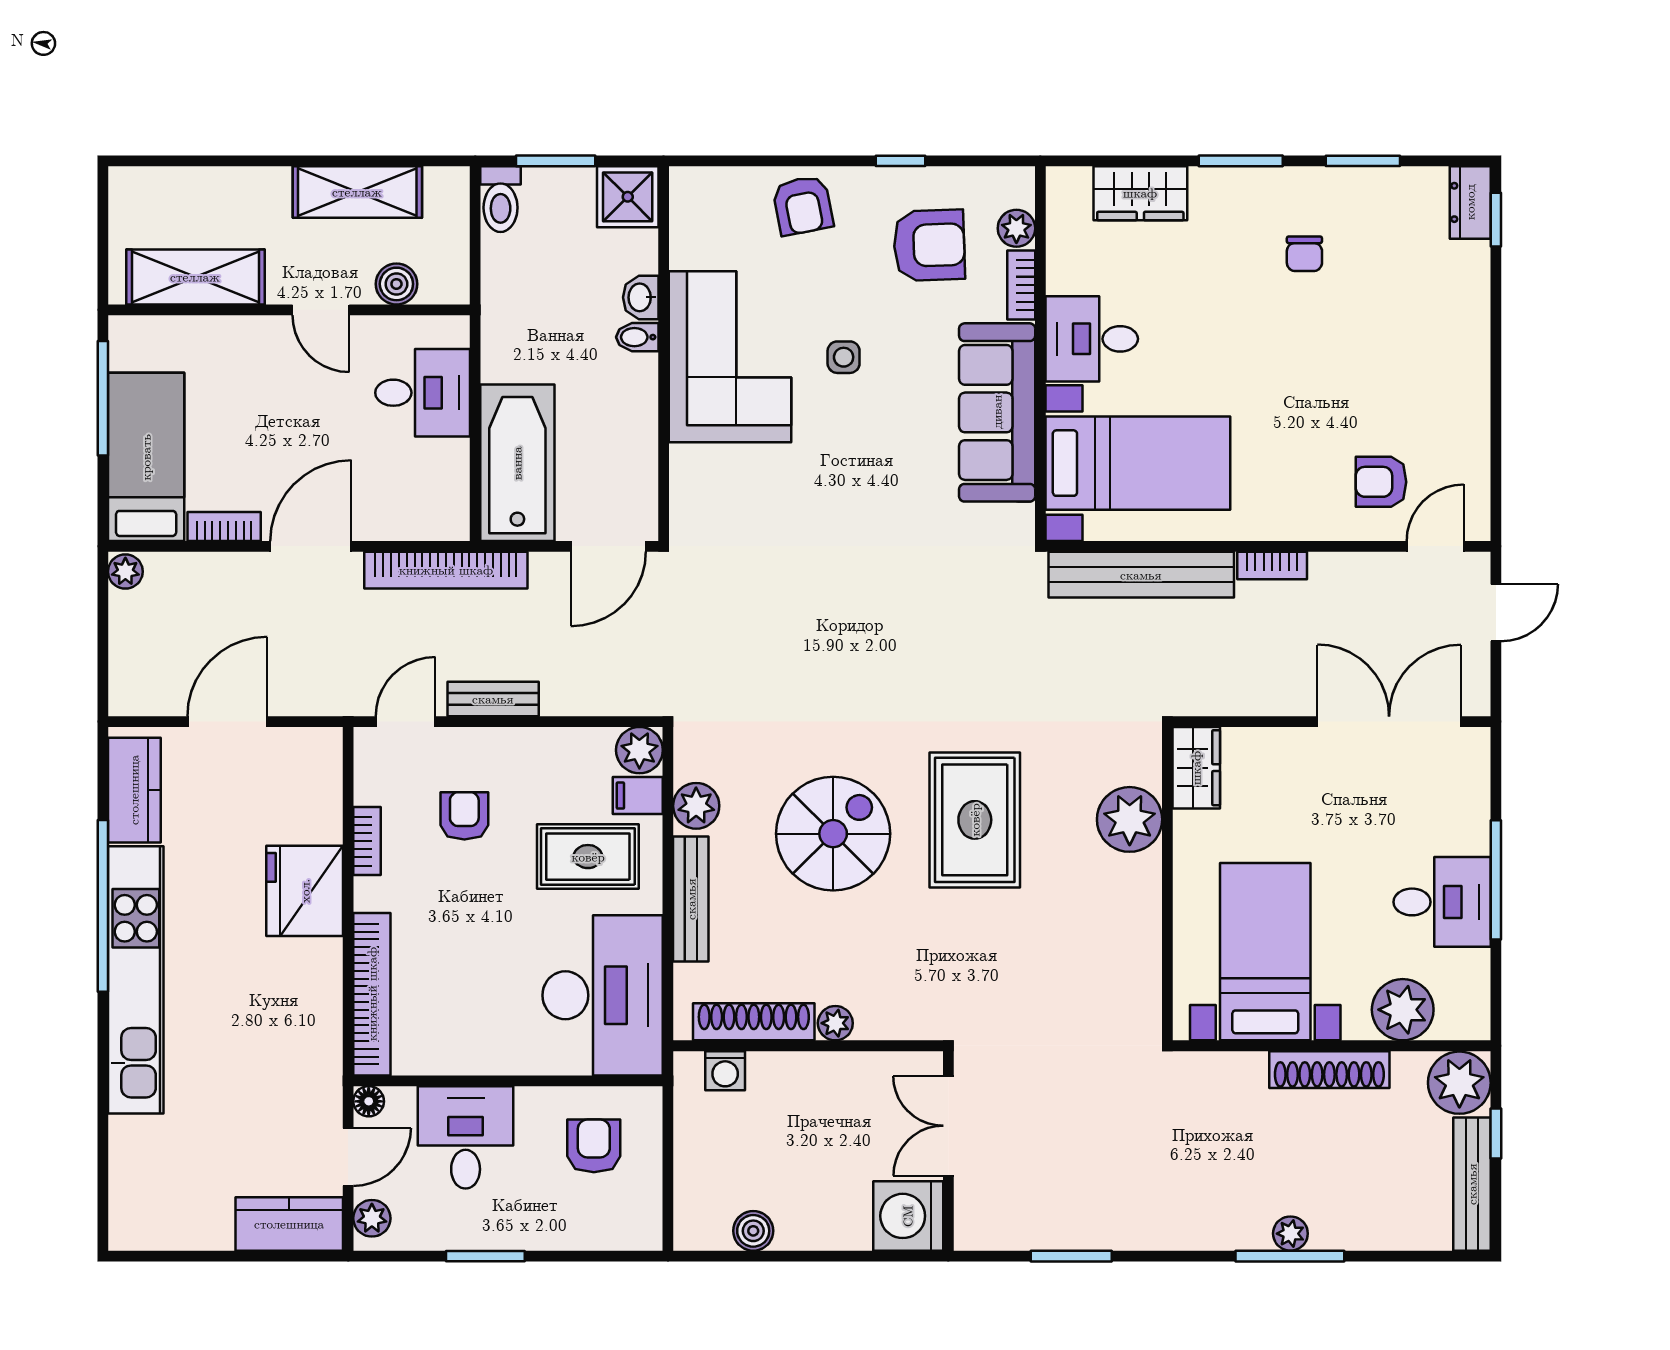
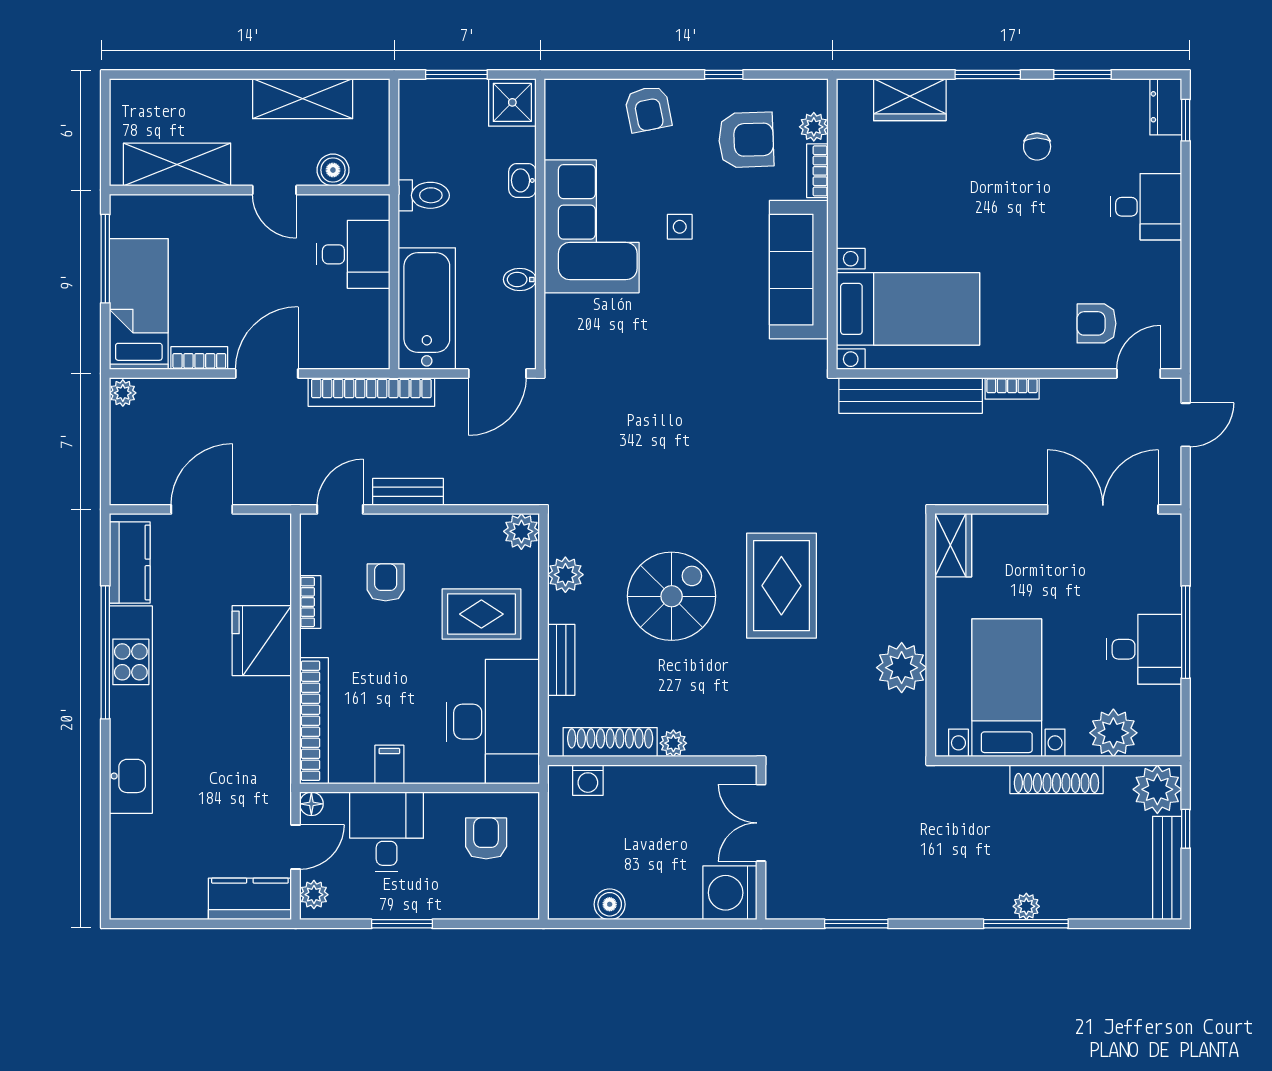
toilet: (501, 199) -> (424, 195), moved, turned -90
bidet: (637, 337) -> (520, 279), moved
desk: (1092, 339) -> (1146, 207), moved, turned 180
filing cabinet: (638, 796) -> (389, 765), moved, turned 90
plant: (1130, 819) -> (902, 668), moved
bench: (691, 899) -> (561, 660), width x0.73

